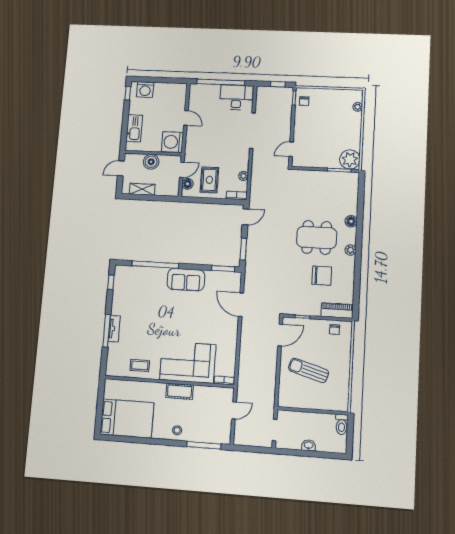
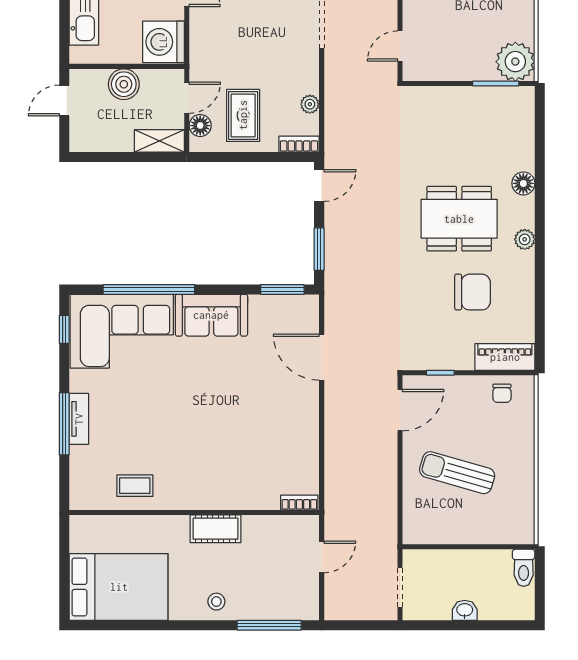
shelving: (142, 189) -> (159, 141), moved
corner sofa: (188, 362) -> (122, 331), moved, turned 180

